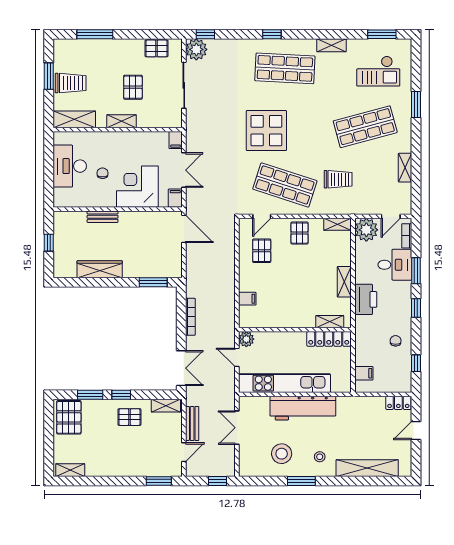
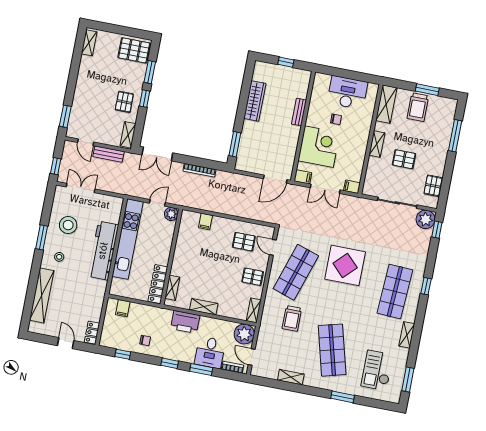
double door: (237, 428) -> (81, 188), moved

